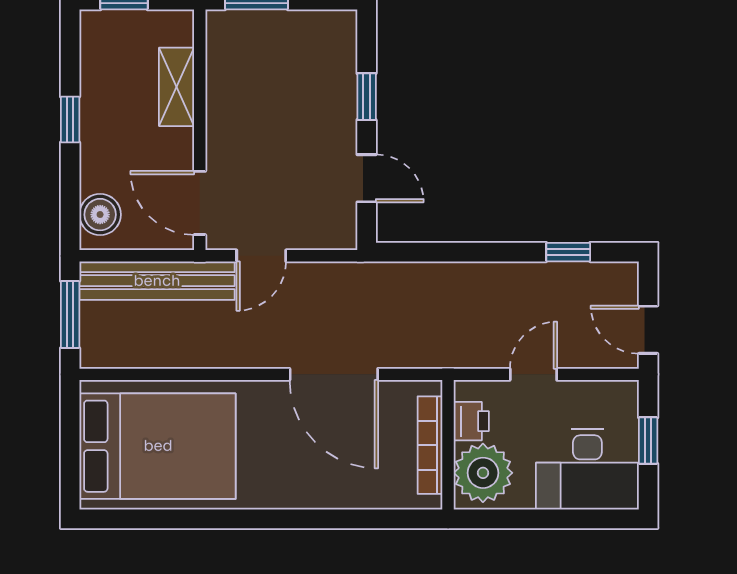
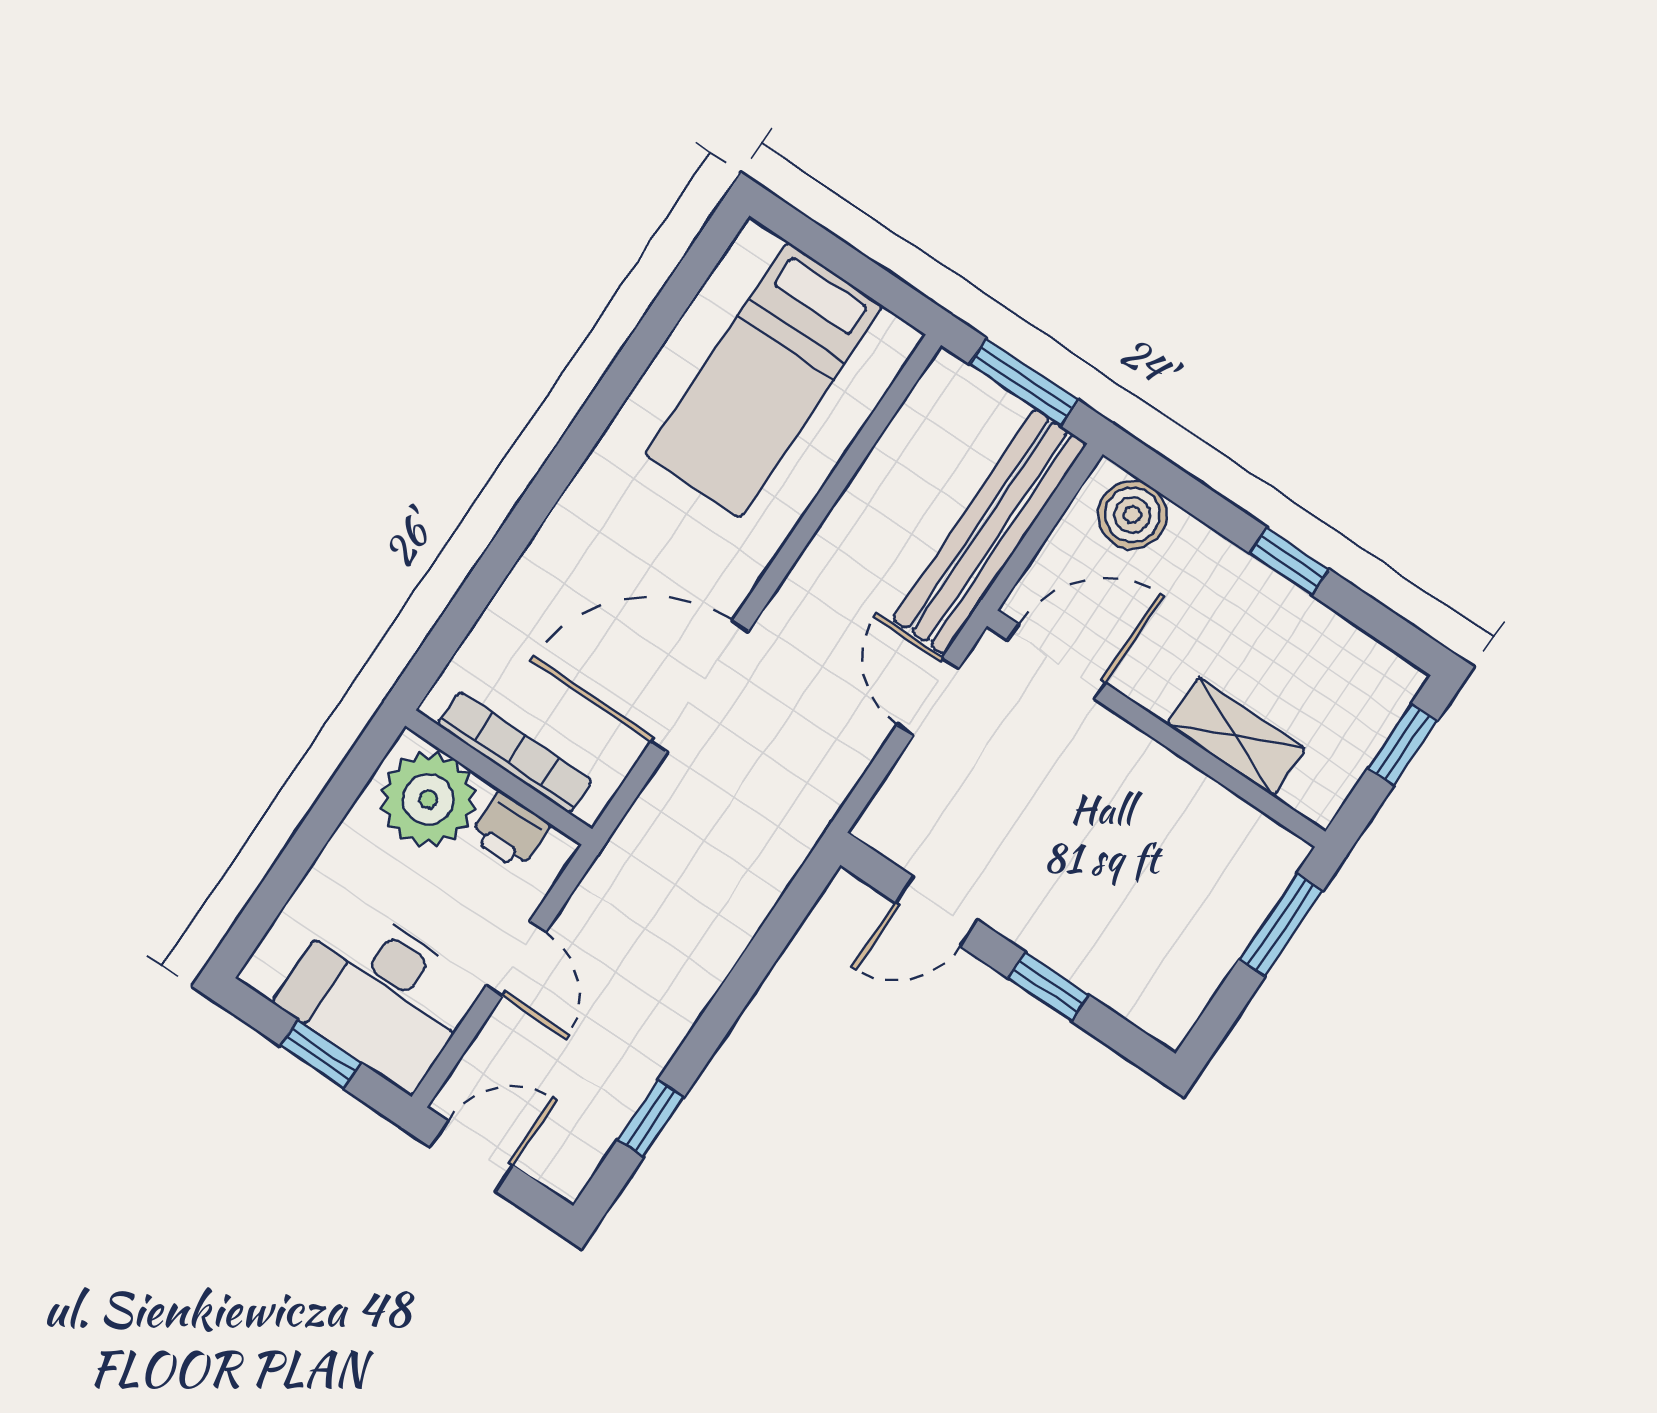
bed: (158, 446) -> (764, 380), width x0.67
desk: (587, 469) -> (379, 995), moved, turned -90

